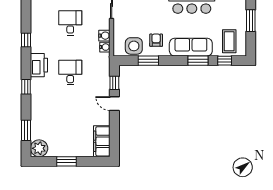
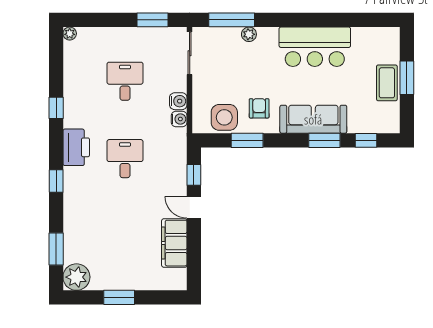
coffee table: (229, 41) -> (387, 83), moved
filing cabinet: (102, 141) -> (174, 243), moved

